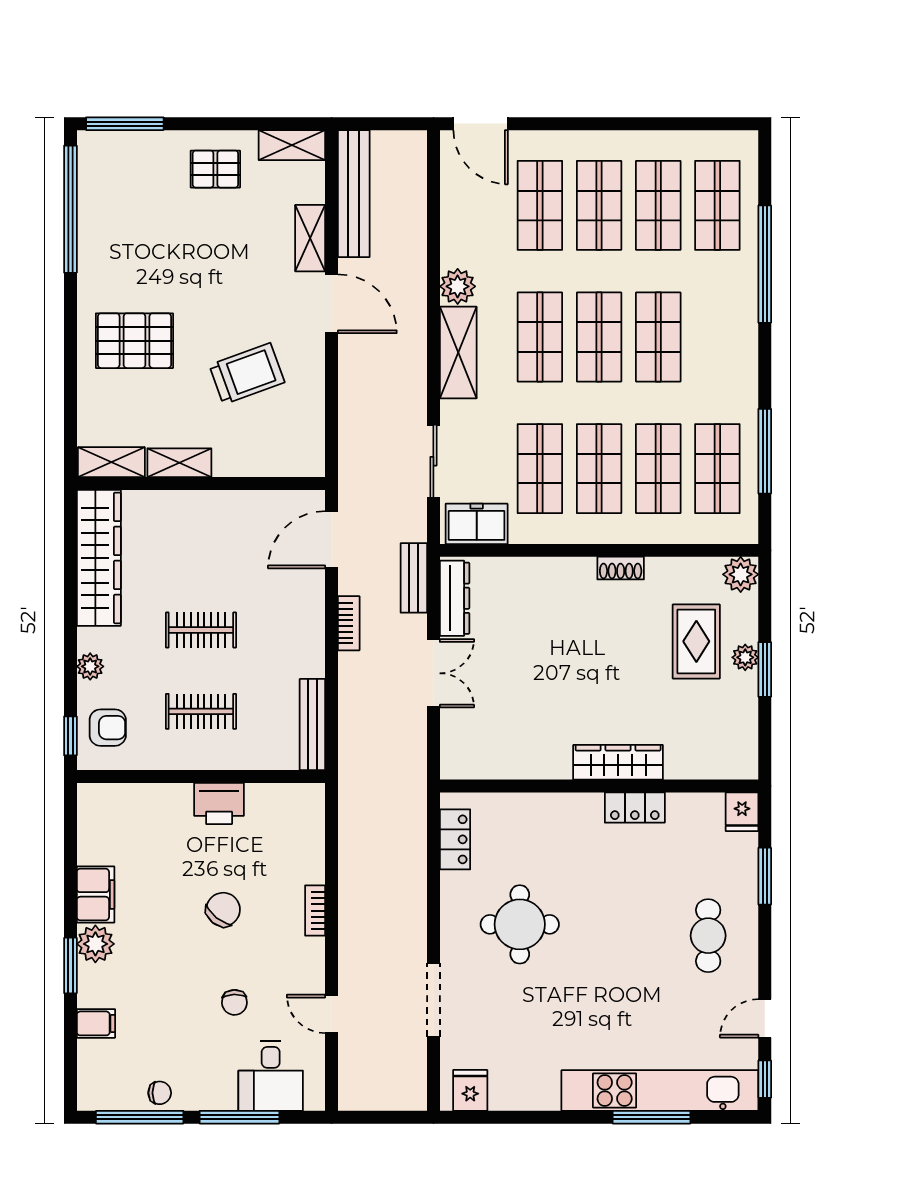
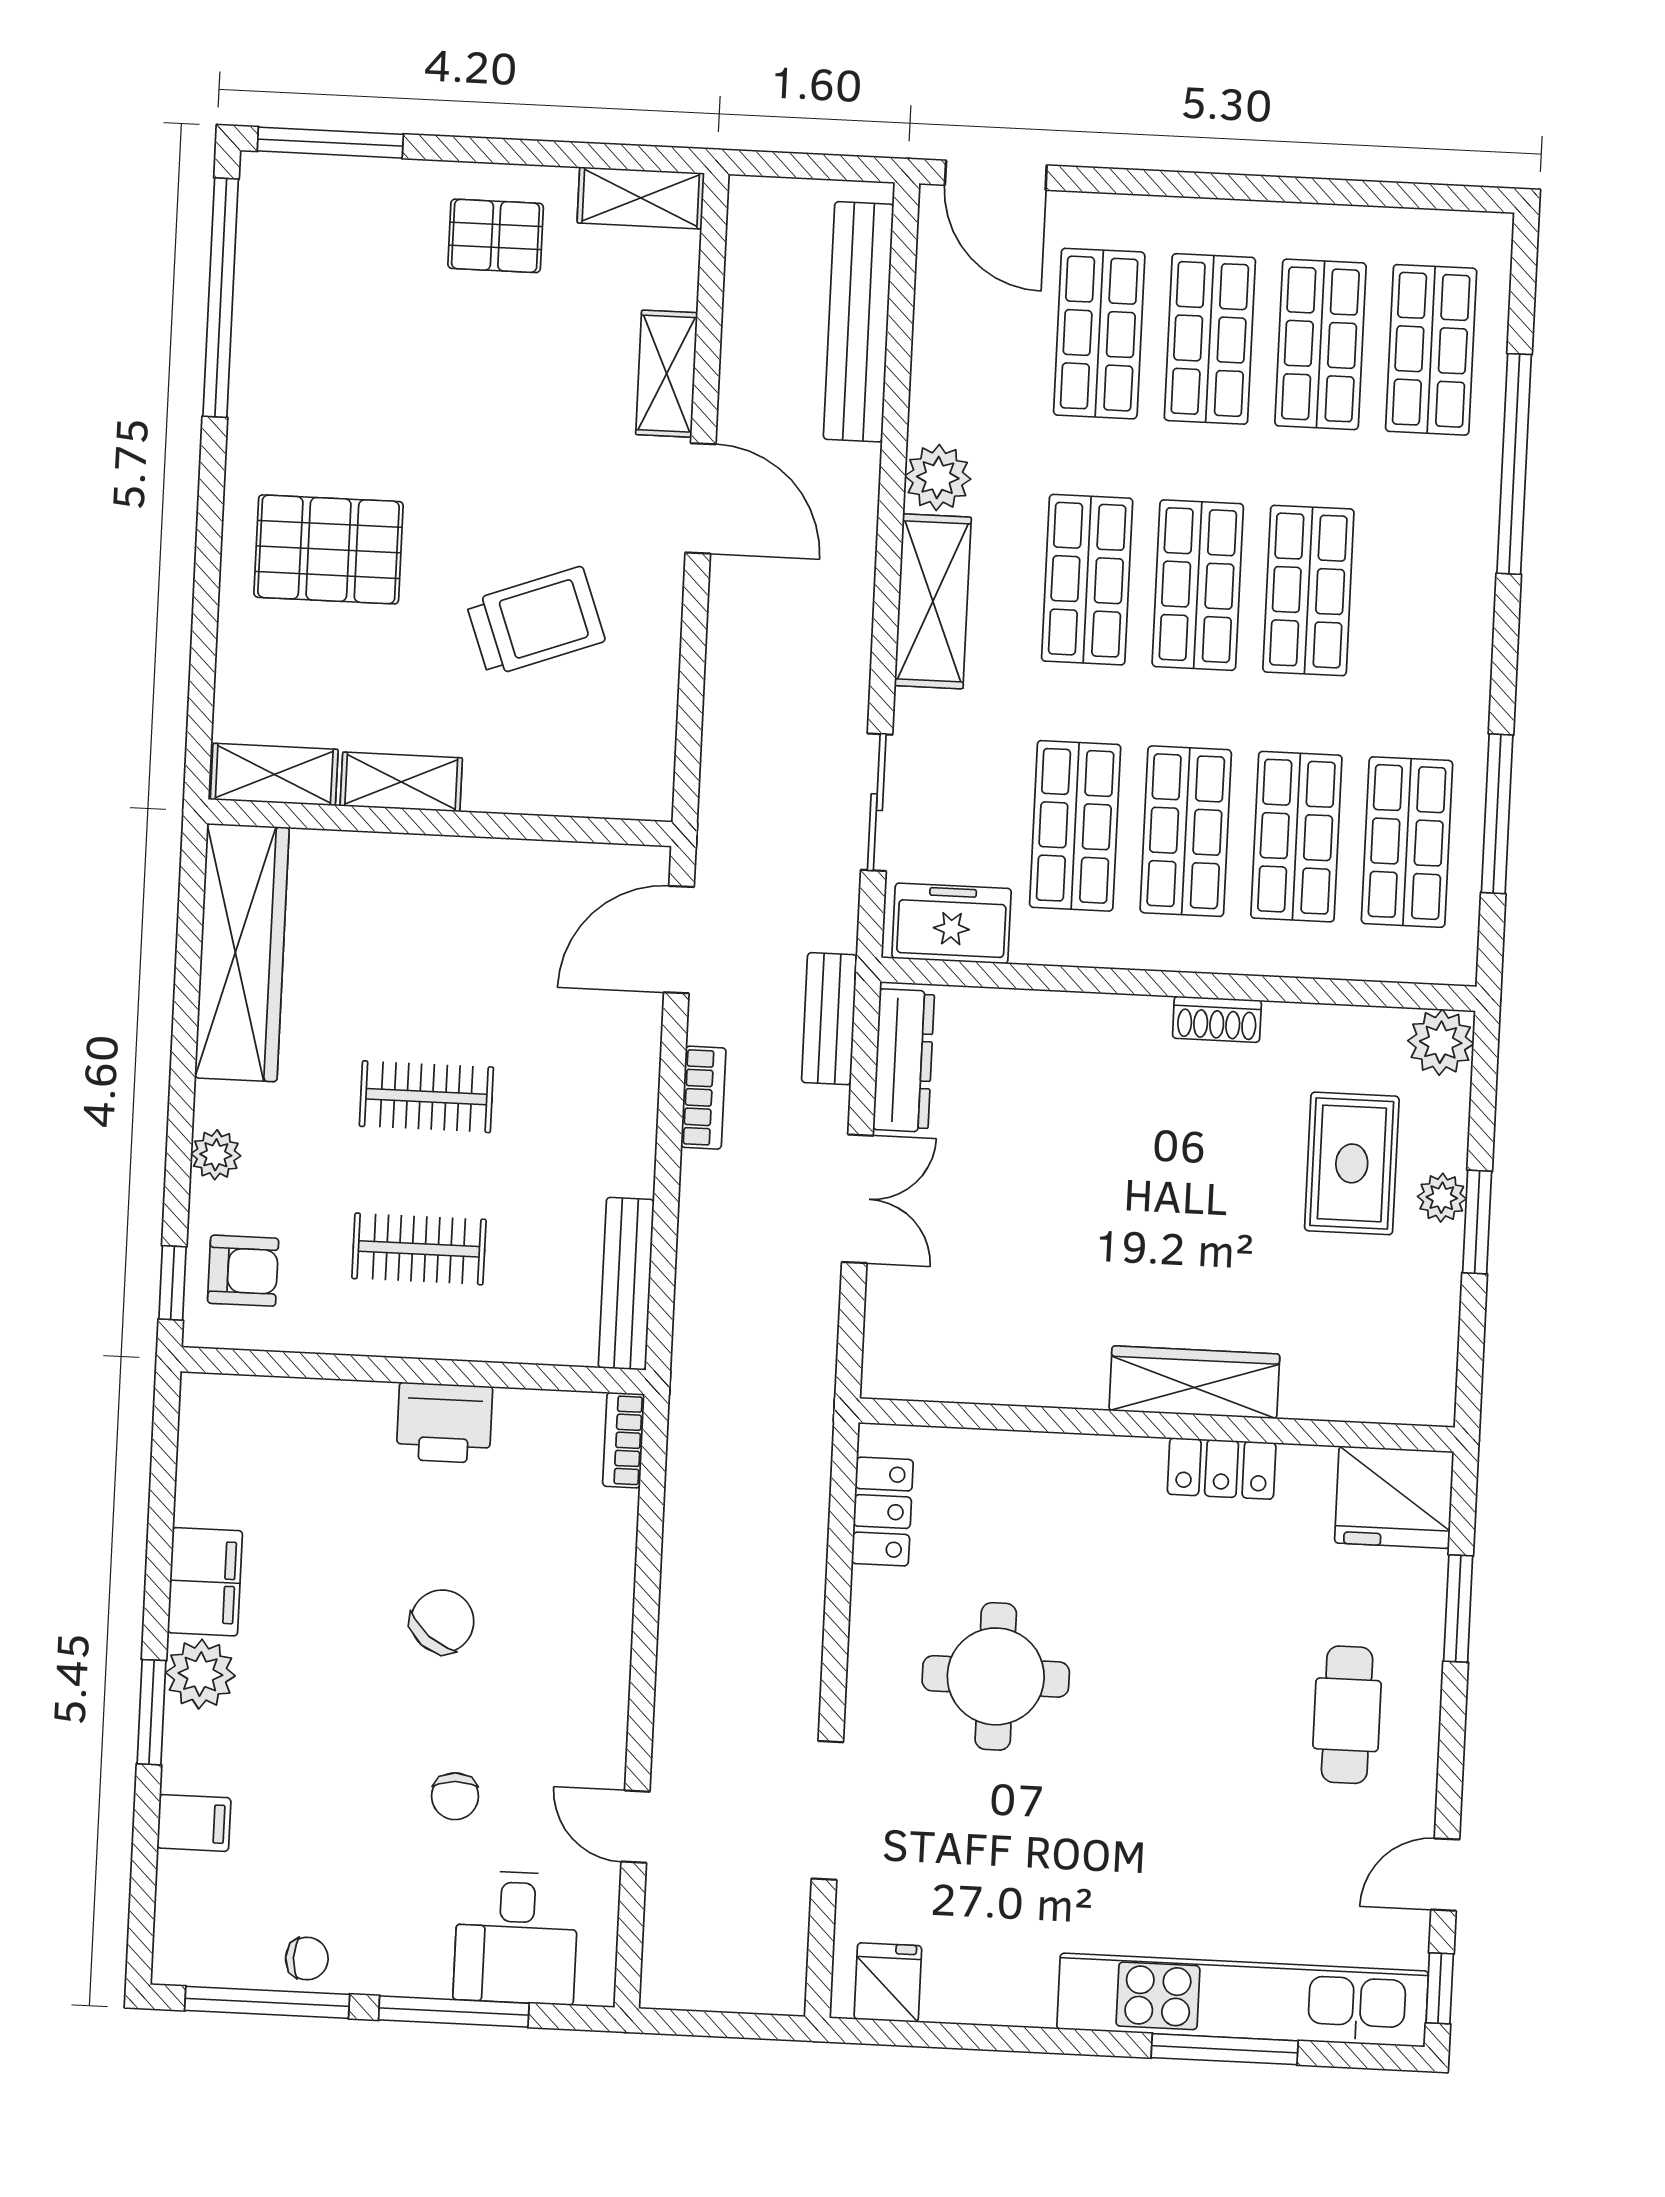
bench: (354, 194) -> (859, 322), moved
fridge: (742, 812) -> (1394, 1497), width x1.88, depth x1.34
bookcase: (315, 911) -> (624, 1440), moved

